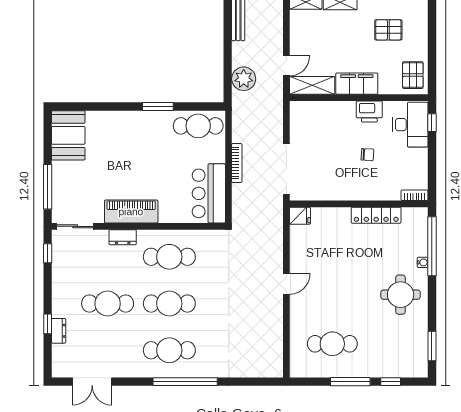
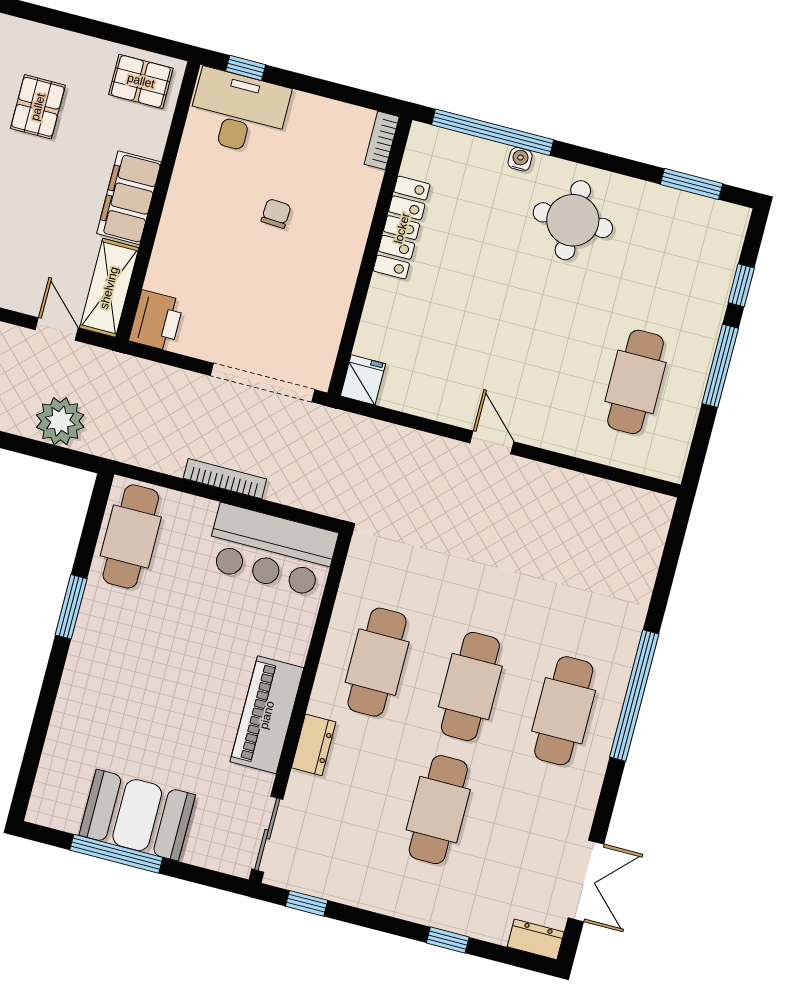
printer: (369, 112) -> (156, 321), moved
booth: (68, 135) -> (137, 815), moved
window: (48, 187) -> (116, 854), moved
dresser: (59, 331) -> (536, 939), moved

